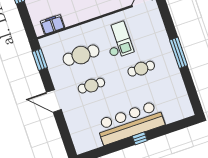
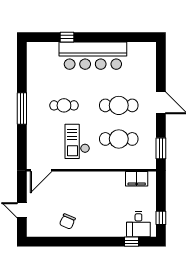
cafe table: (91, 86) -> (119, 105), width x1.37, depth x1.35
window: (140, 138) -> (67, 37), moved

